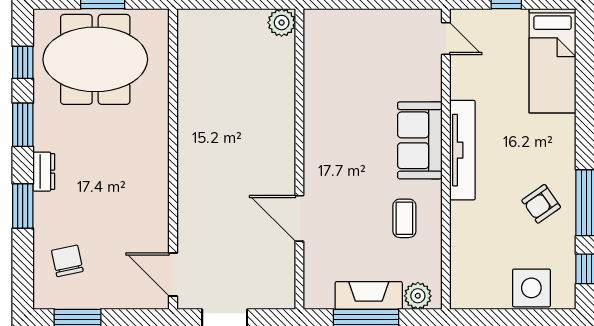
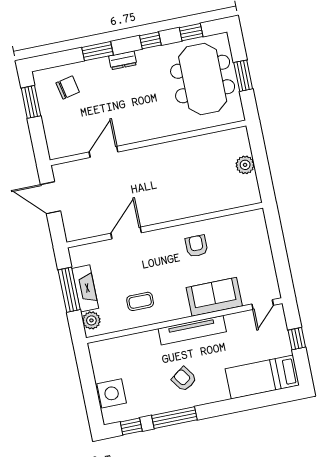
plant: (282, 23) -> (245, 165), moved
armchair: (340, 119) -> (197, 246), added
window: (23, 125) -> (150, 40), width x0.67
sofa: (420, 140) -> (214, 297), moved
armchair: (541, 204) -> (184, 379), moved
door: (173, 275) -> (103, 152), moved

